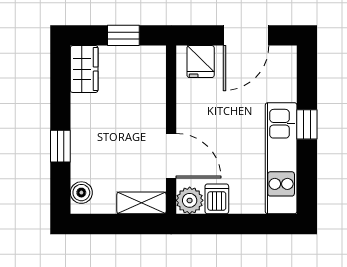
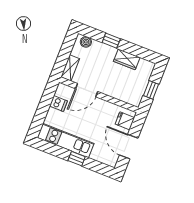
wardrobe: (84, 69) -> (127, 59), moved
plant: (190, 200) -> (63, 91), removed

